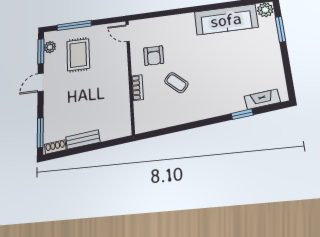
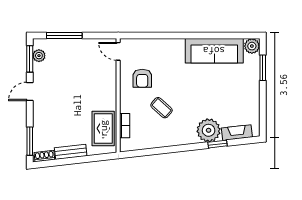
rug: (78, 55) -> (103, 128), moved
bookcase: (137, 88) -> (125, 126), moved
plant: (230, 100) -> (209, 130), added

